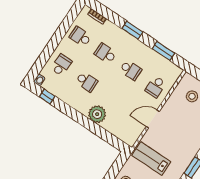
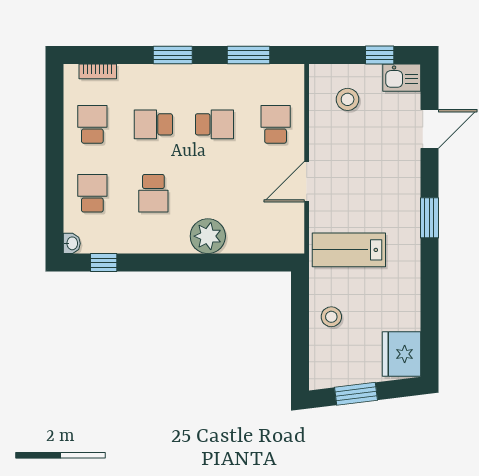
school desk: (80, 37) -> (92, 124), turned 90
school desk: (87, 82) -> (153, 193), turned 90
school desk: (156, 87) -> (276, 124), turned 180

